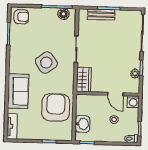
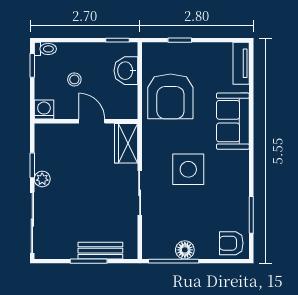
floor lamp: (63, 14) -> (185, 250), moved
side table: (46, 63) -> (188, 169), turned 36
plant: (135, 74) -> (42, 179), moved
door: (115, 94) -> (92, 121), moved

